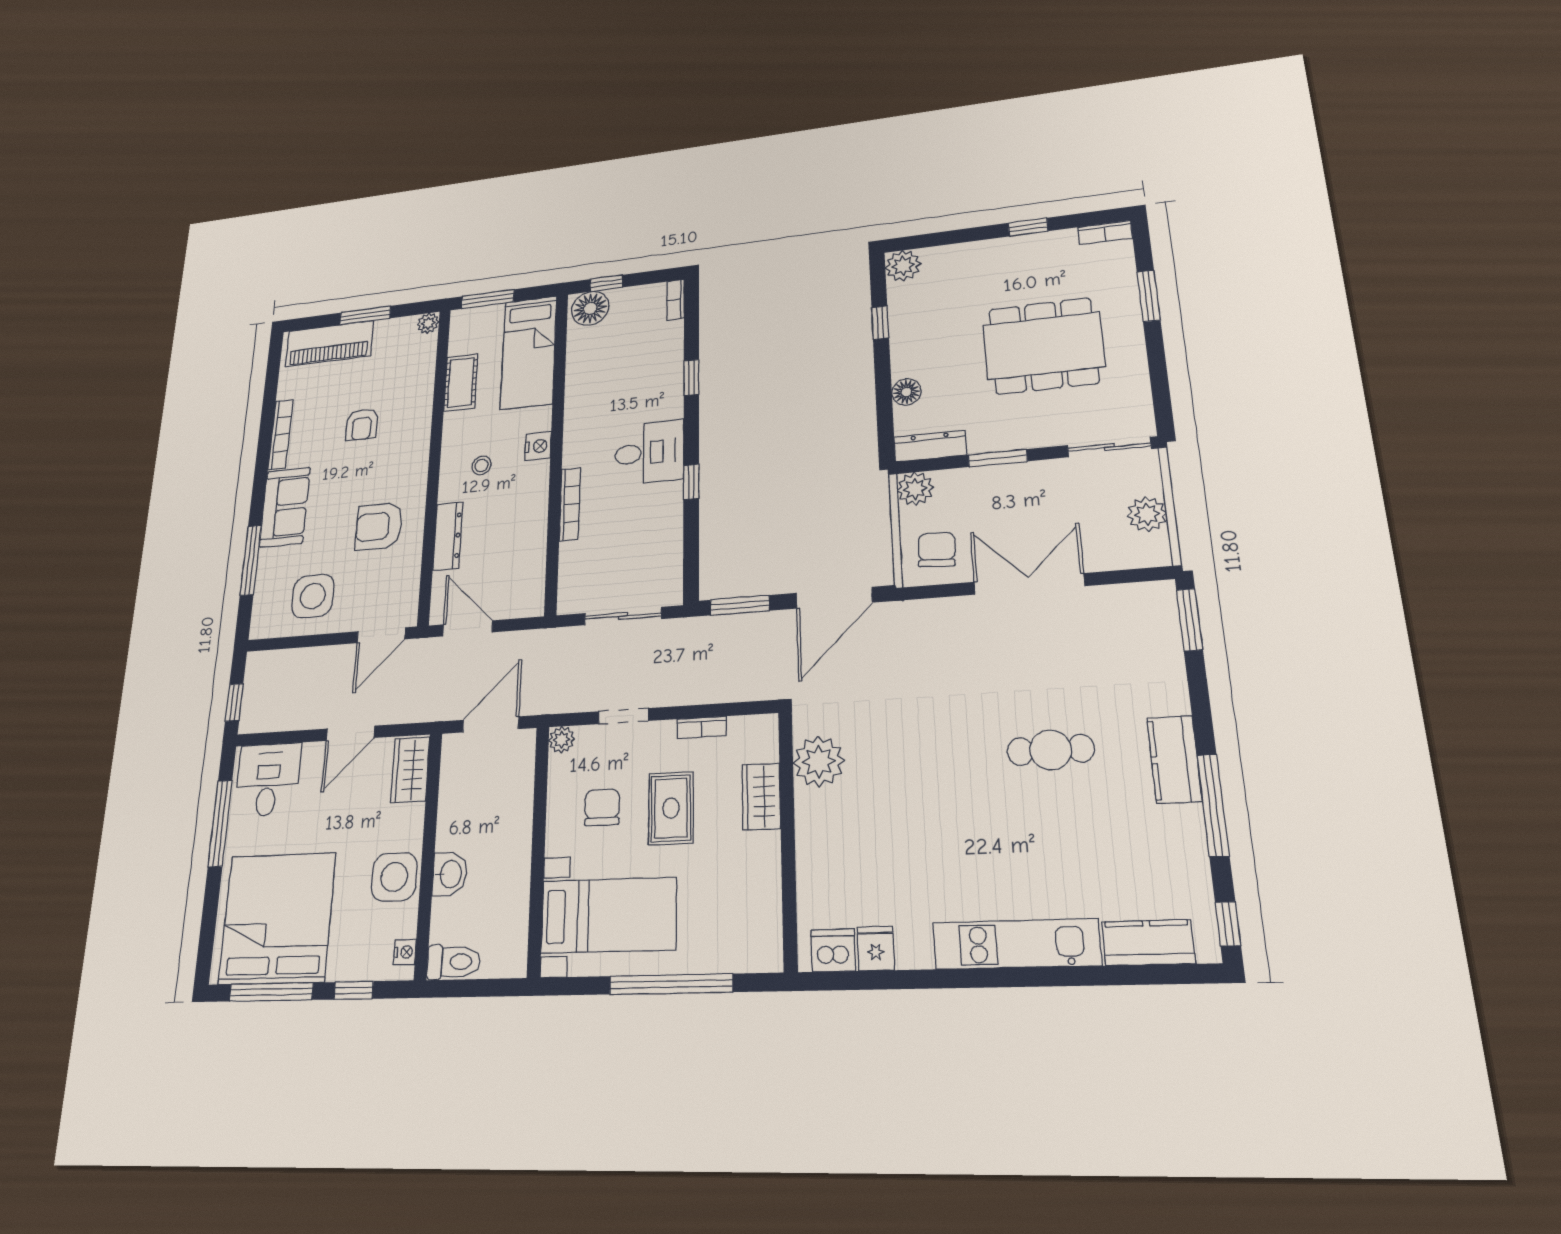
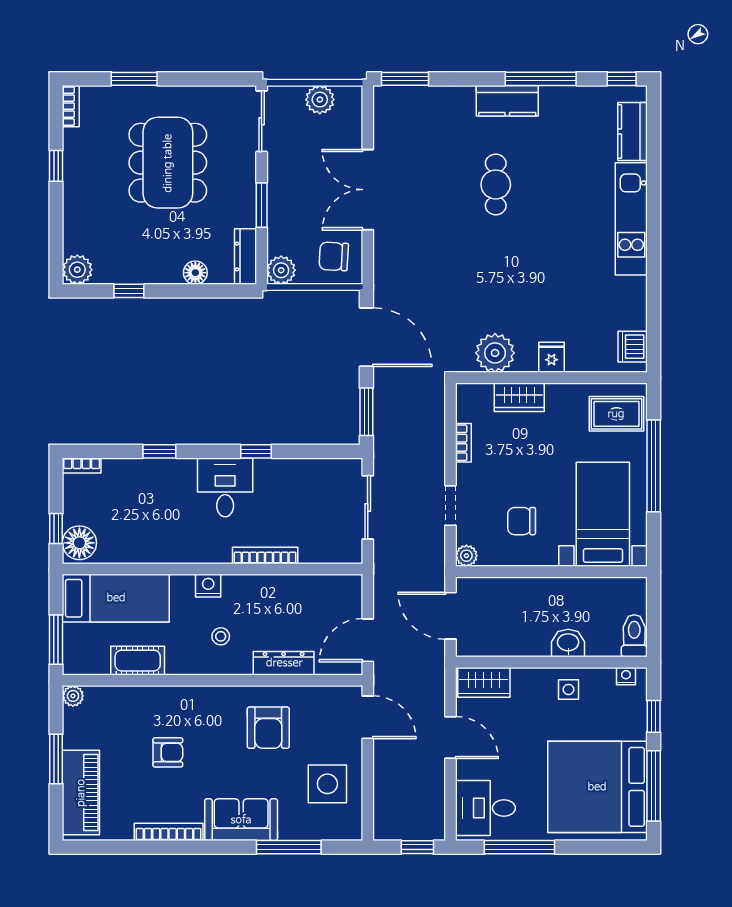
rug: (671, 808) -> (616, 414), moved
side table: (394, 877) -> (569, 689), width x0.54, depth x0.54
fridge: (876, 949) -> (551, 357), moved, turned 90

